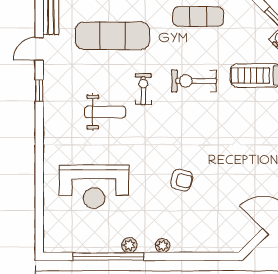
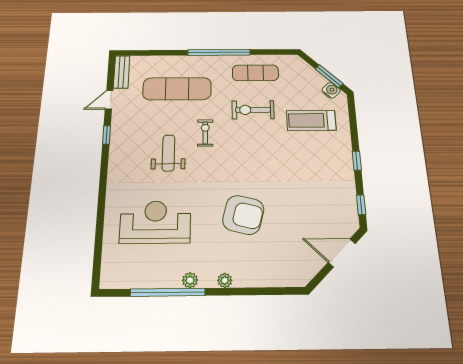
exercise bike: (194, 81) -> (253, 110), moved
weight bench: (105, 112) -> (168, 153), turned -90
armchair: (182, 180) -> (243, 215), width x1.88, depth x1.88
reception desk: (94, 187) -> (155, 222), turned 180

